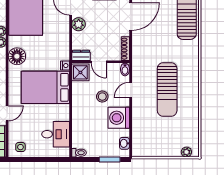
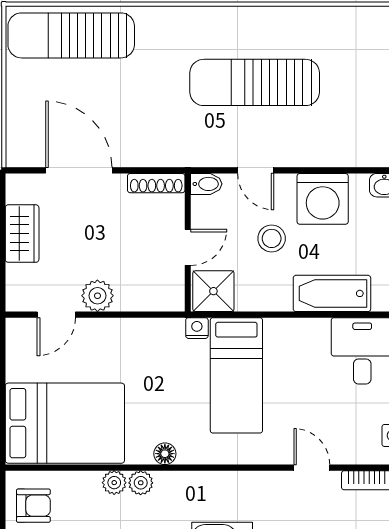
dresser: (81, 55) -> (172, 290), removed
floor lamp: (17, 56) -> (165, 454), width x0.53, depth x0.53
bed: (45, 87) -> (236, 375), width x0.67
sun lounger: (167, 89) -> (255, 82), turned 180
bathtub: (79, 122) -> (332, 293), added

